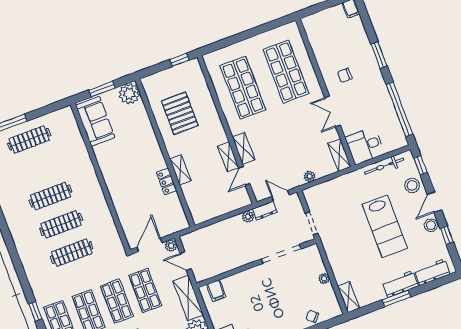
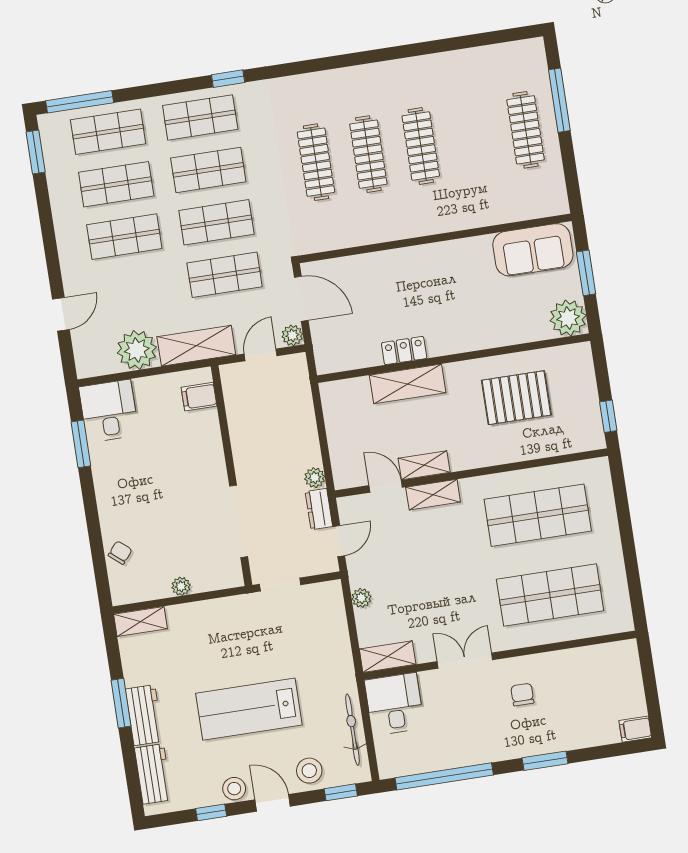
shelving: (180, 170) -> (408, 384), width x1.50, depth x1.33

